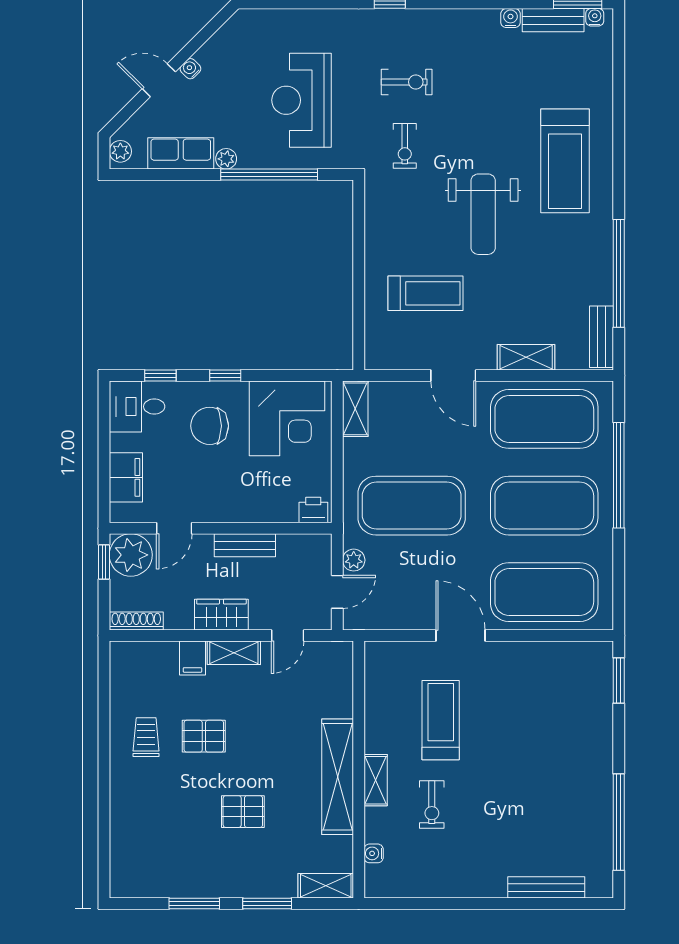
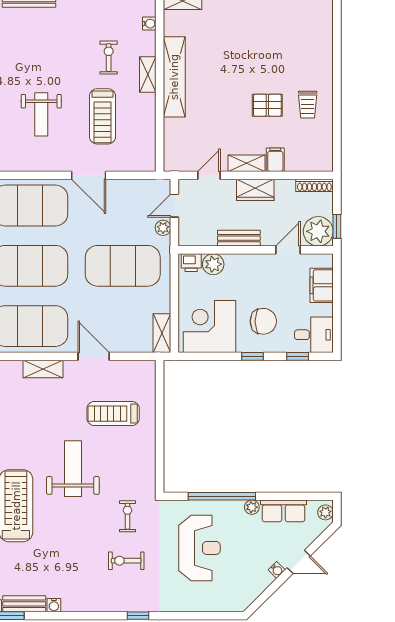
plant: (282, 508) -> (213, 264), added
weight bench: (529, 723) -> (41, 114), added
pallet: (243, 812) -> (240, 53), removed

